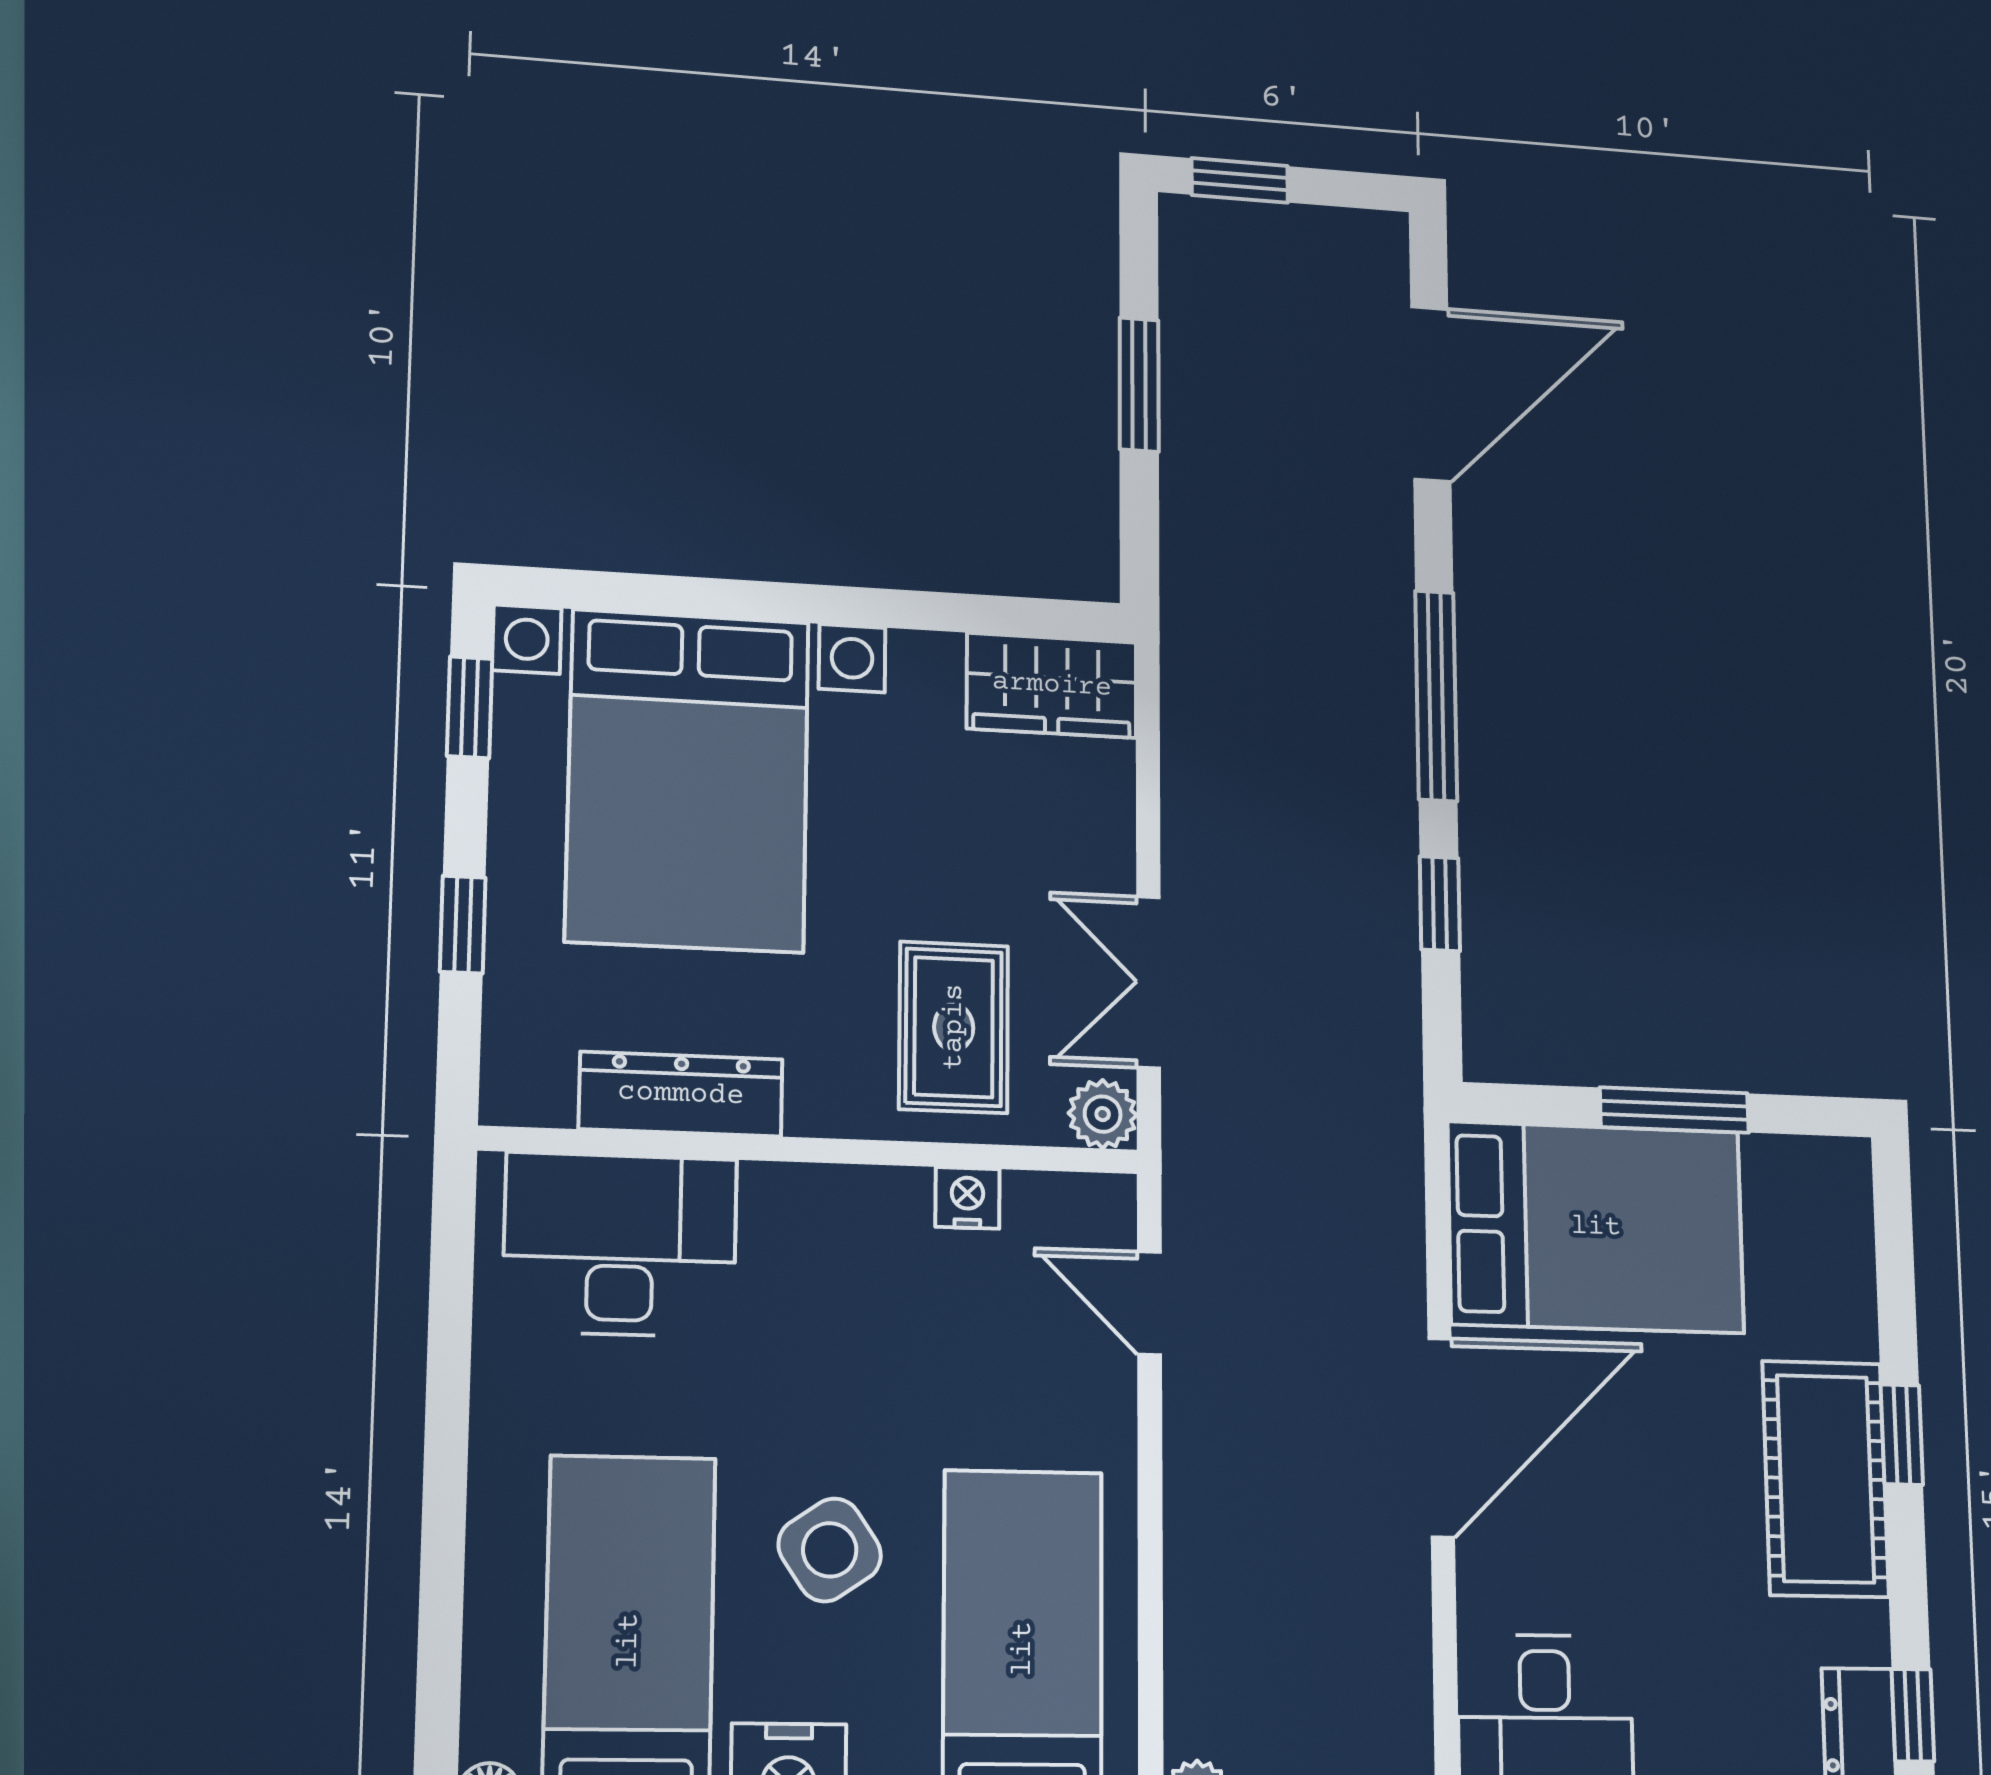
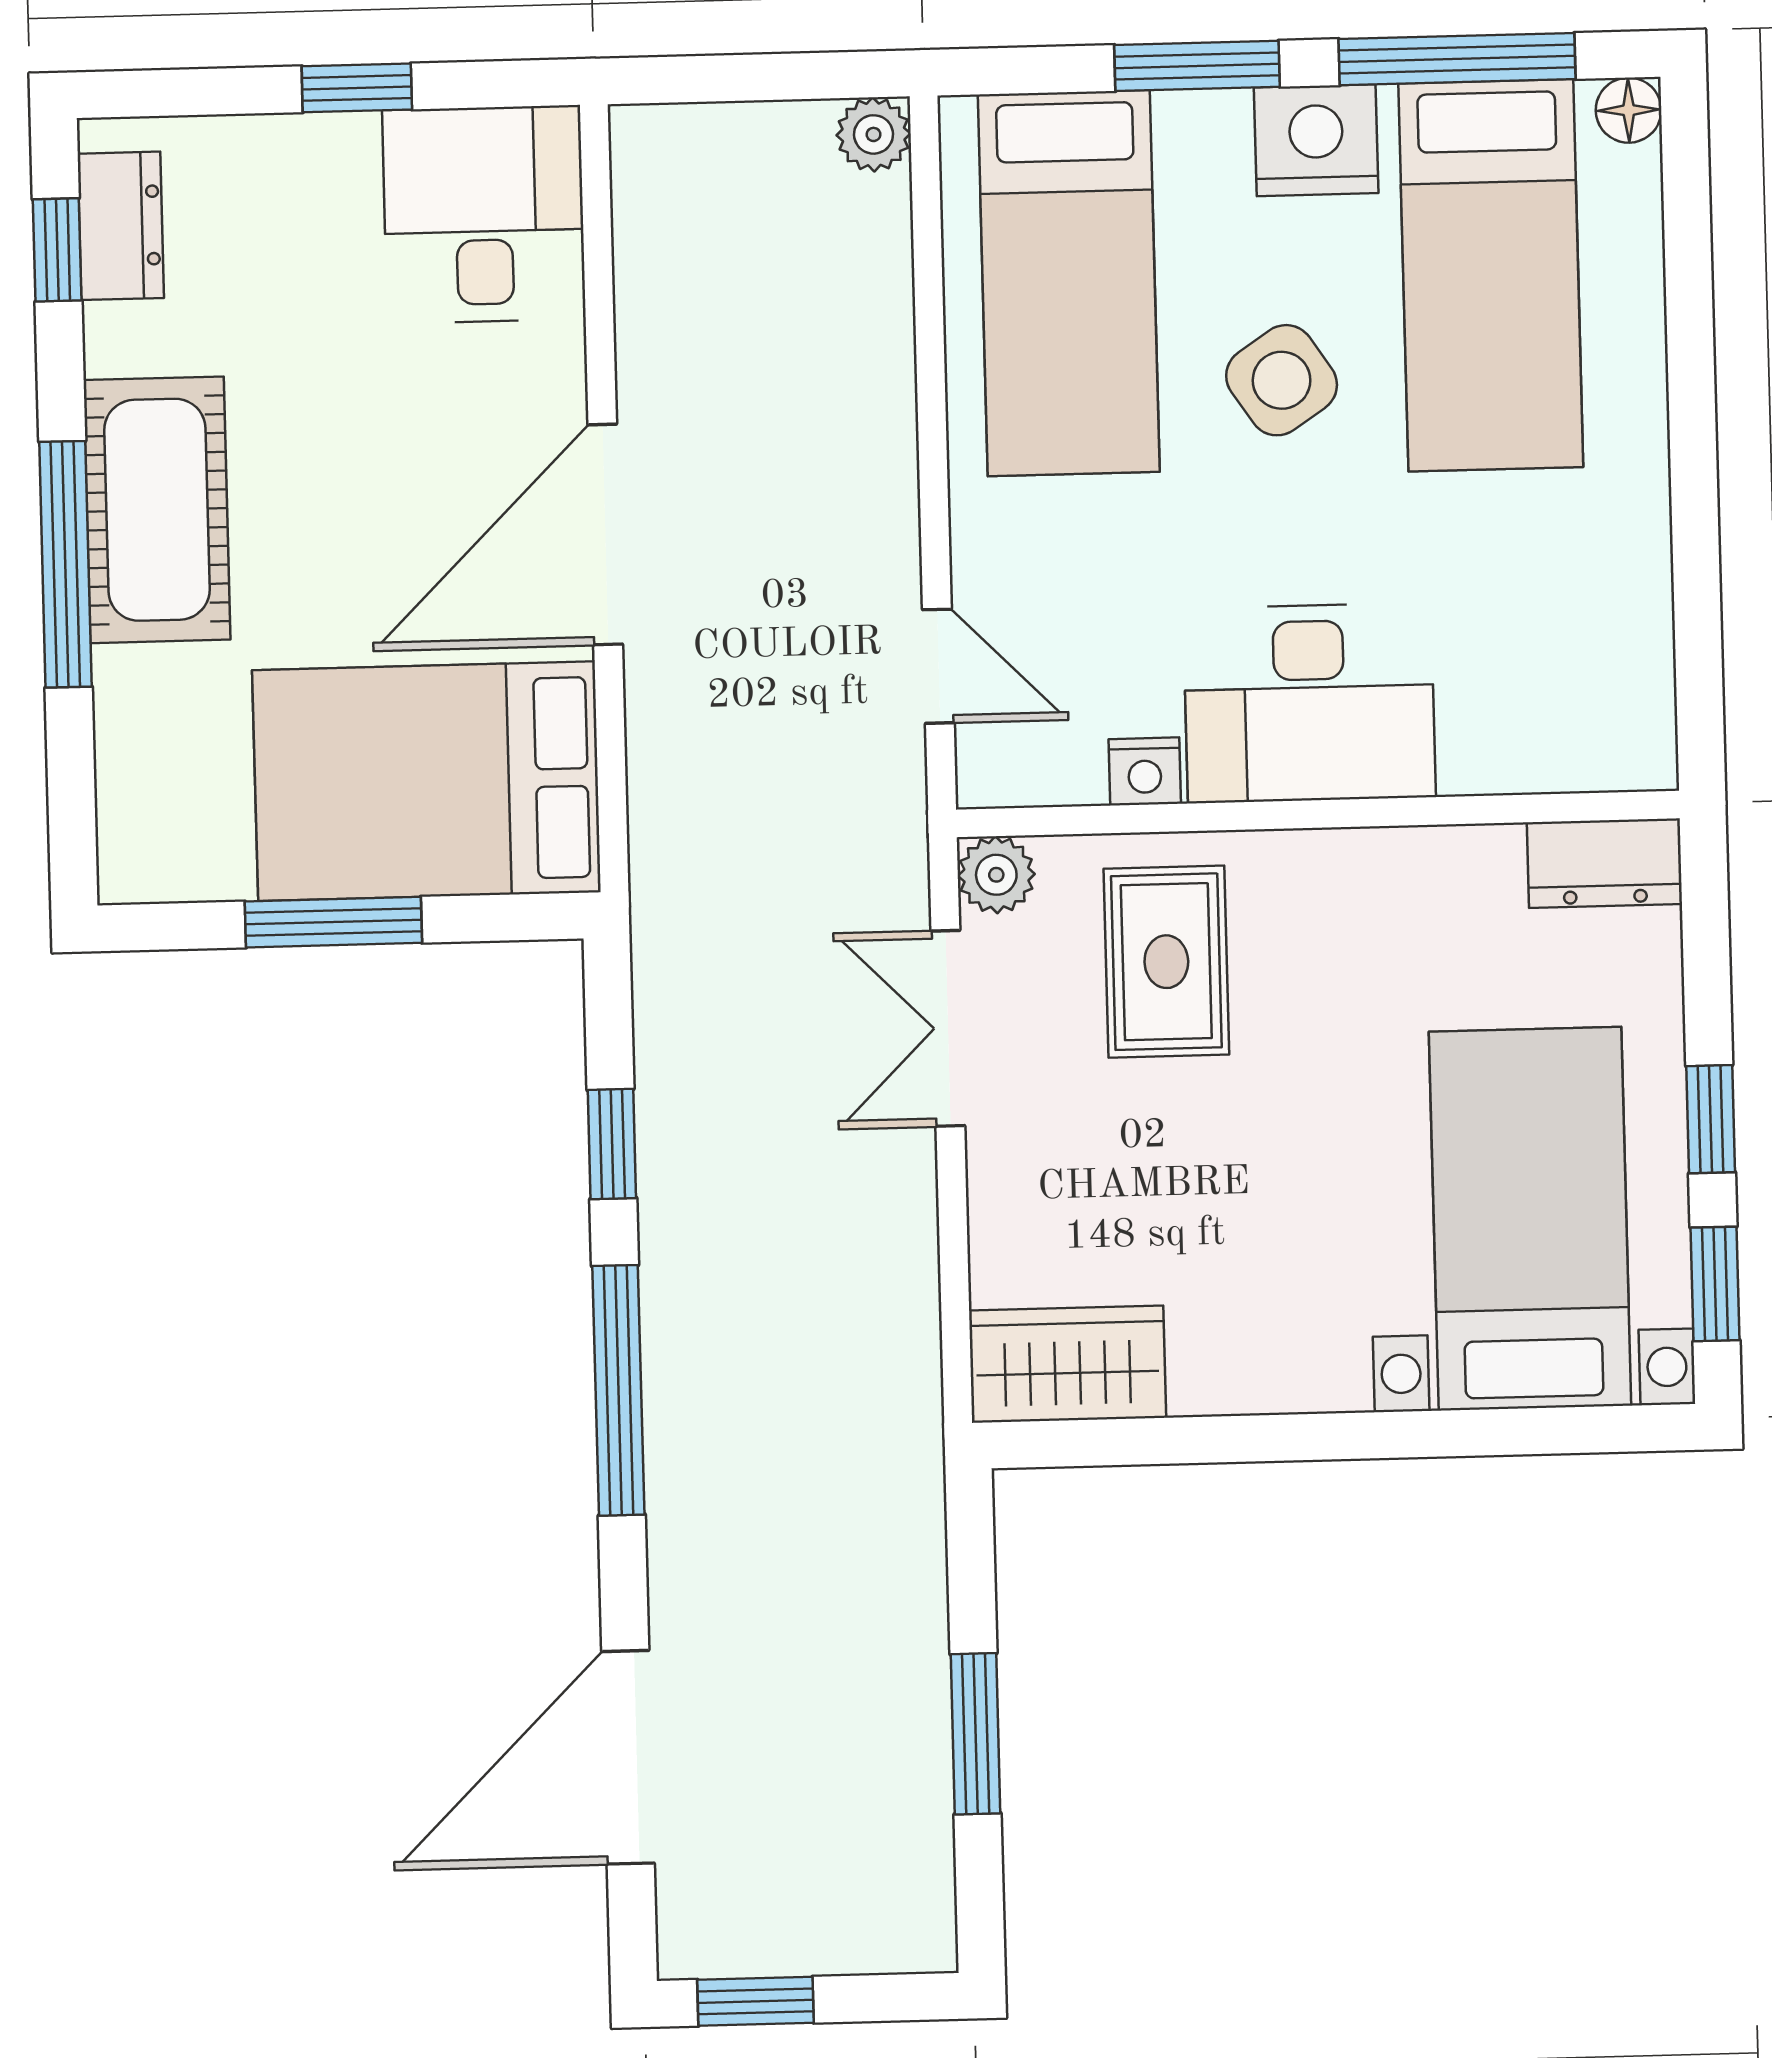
window: (1240, 180) -> (755, 2001), moved
bed with nightstands: (688, 780) -> (1530, 1219), width x0.73
window: (463, 925) -> (1711, 1119), moved
double door: (1149, 982) -> (948, 1028), swing flipped
dresser: (681, 1094) -> (1605, 863), moved, width x0.70
desk: (620, 1245) -> (1309, 703), moved
window: (1902, 1435) -> (65, 564), width x2.17

